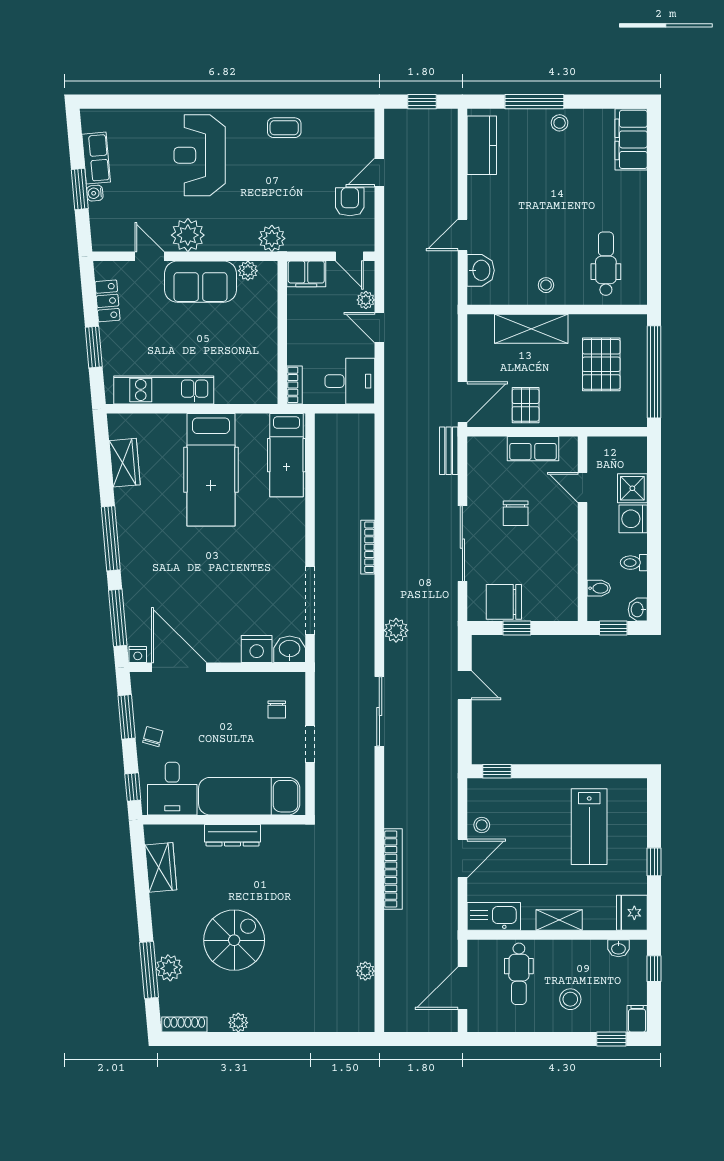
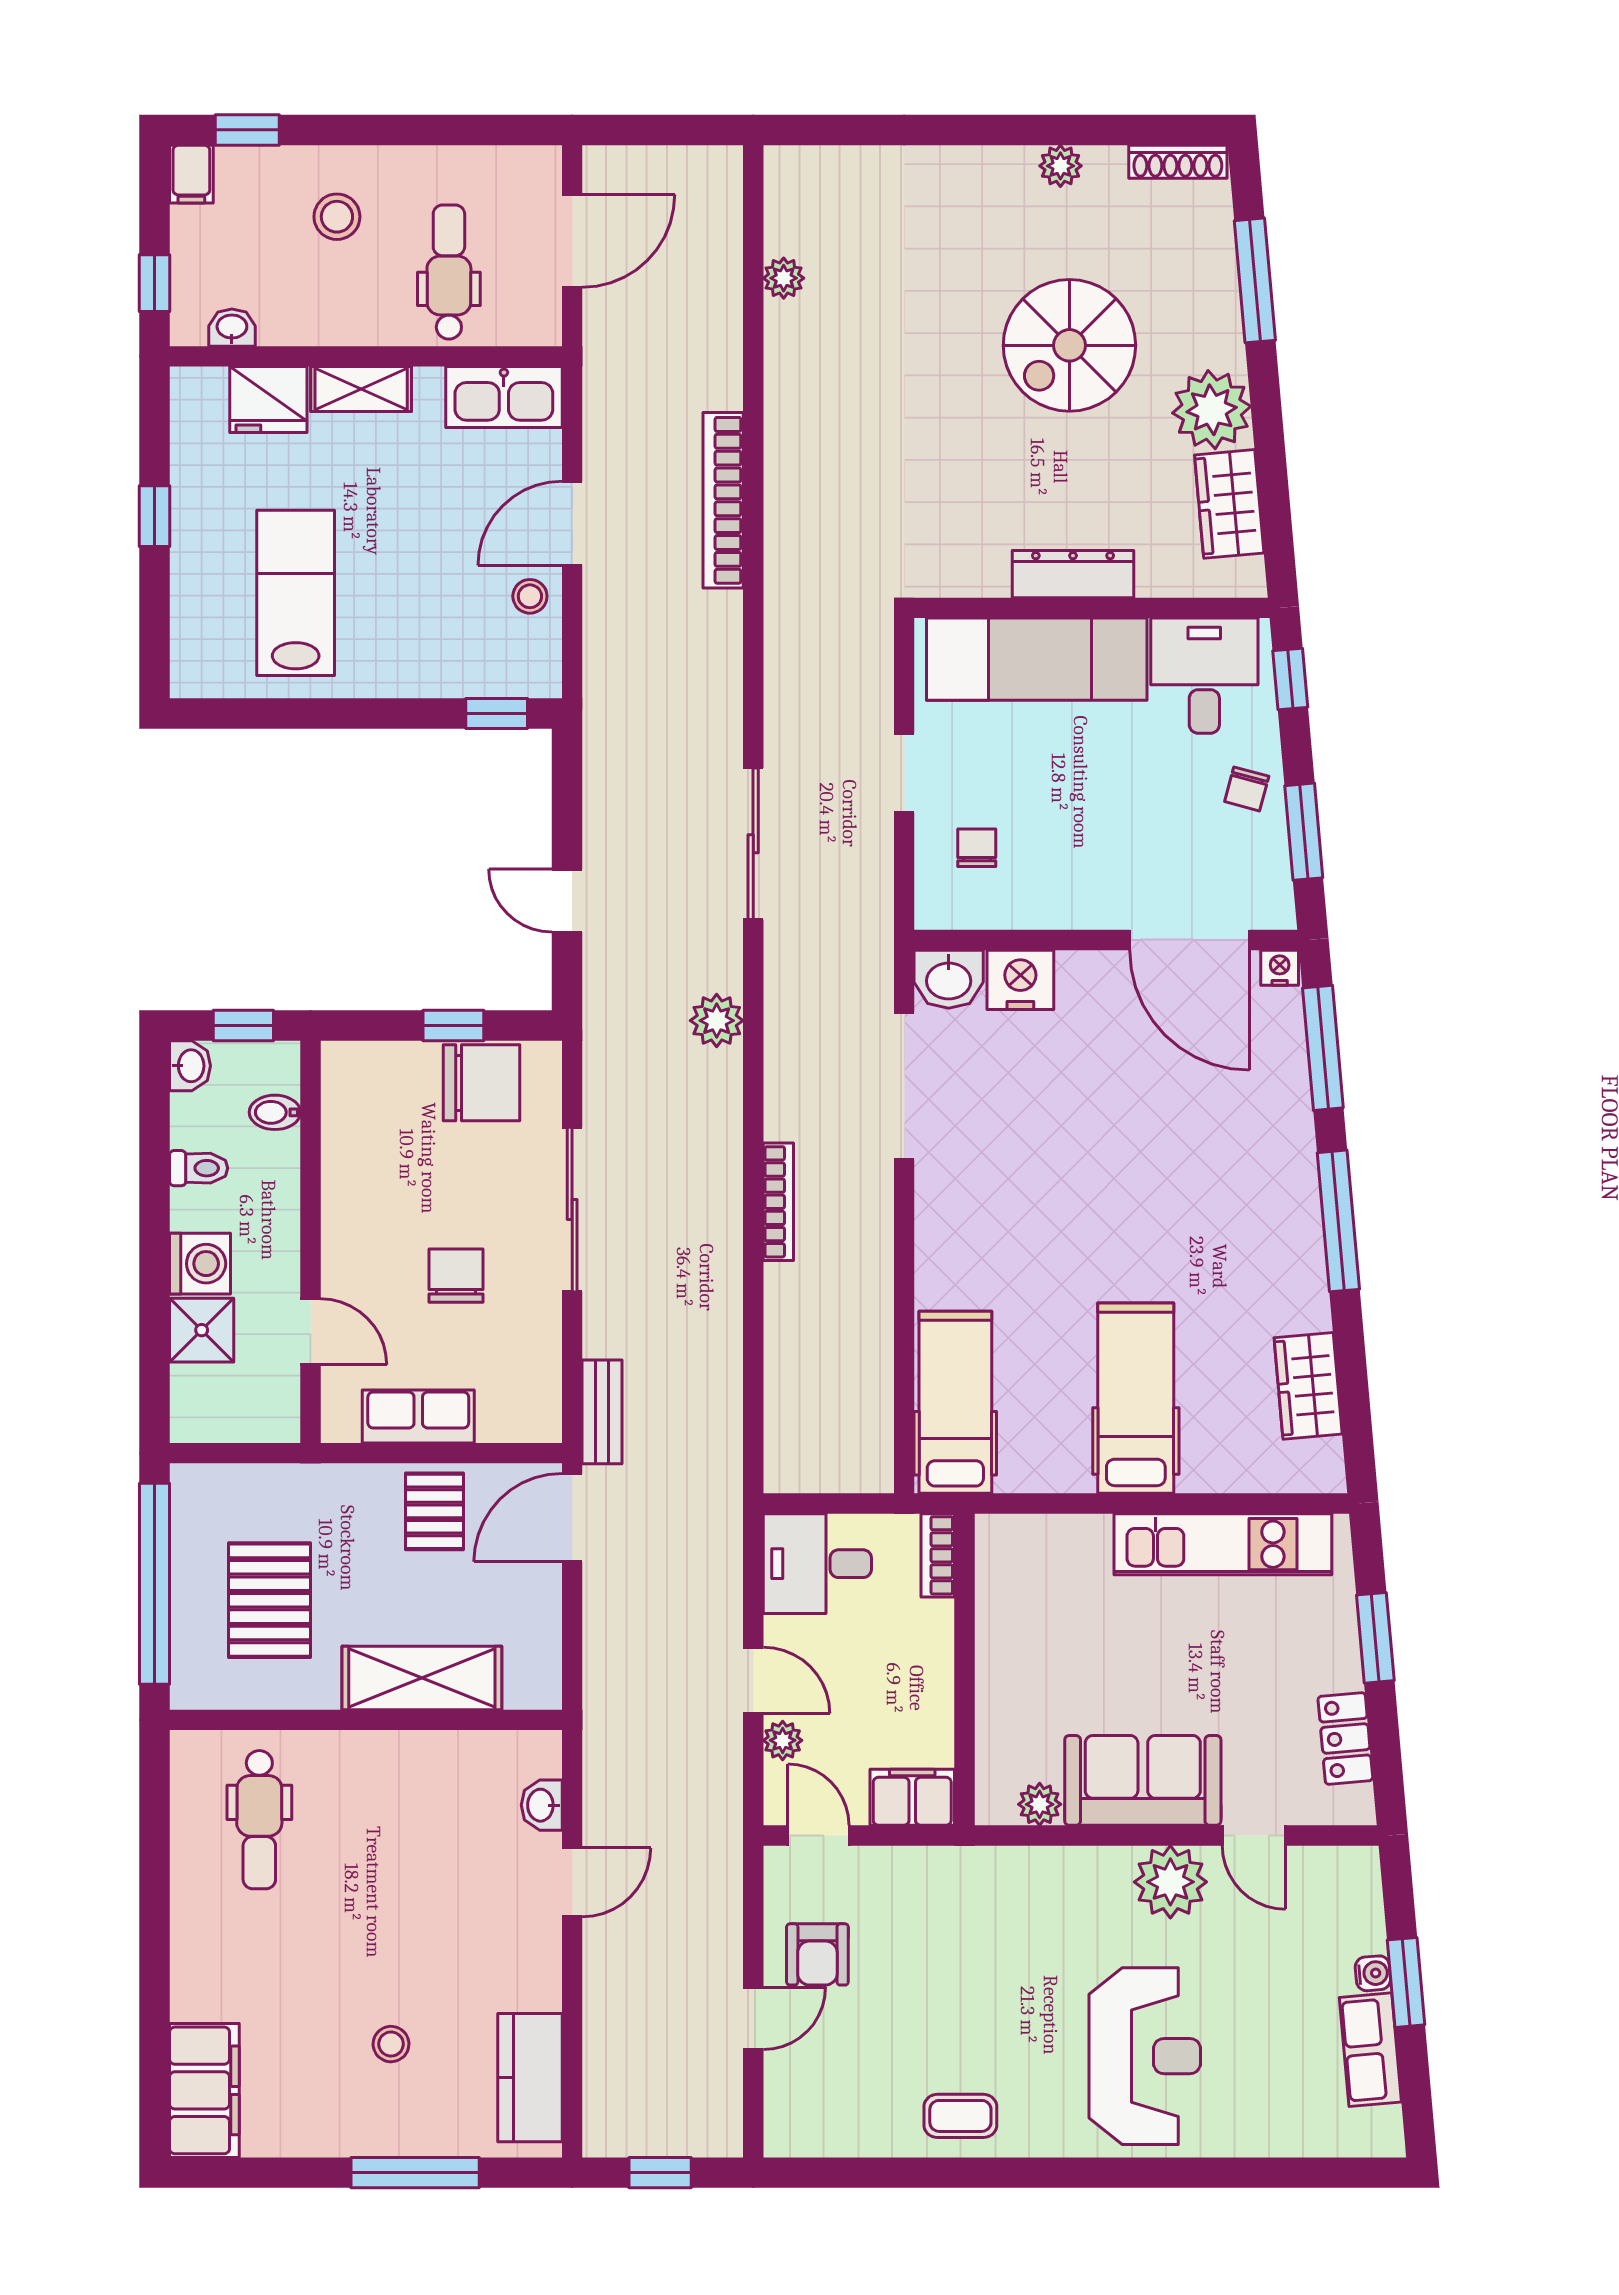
stool: (560, 123) -> (391, 2044), moved
plant: (272, 238) -> (987, 1875), removed
washbasin: (481, 270) -> (542, 1805), width x0.72, depth x0.69
stool: (546, 285) -> (390, 1773), removed
hospital bed: (211, 470) -> (1136, 1398), width x0.73, depth x0.78
fridge: (632, 913) -> (268, 400), moved, turned 90
plant: (169, 968) -> (1212, 410), moved, width x1.36, depth x1.36

